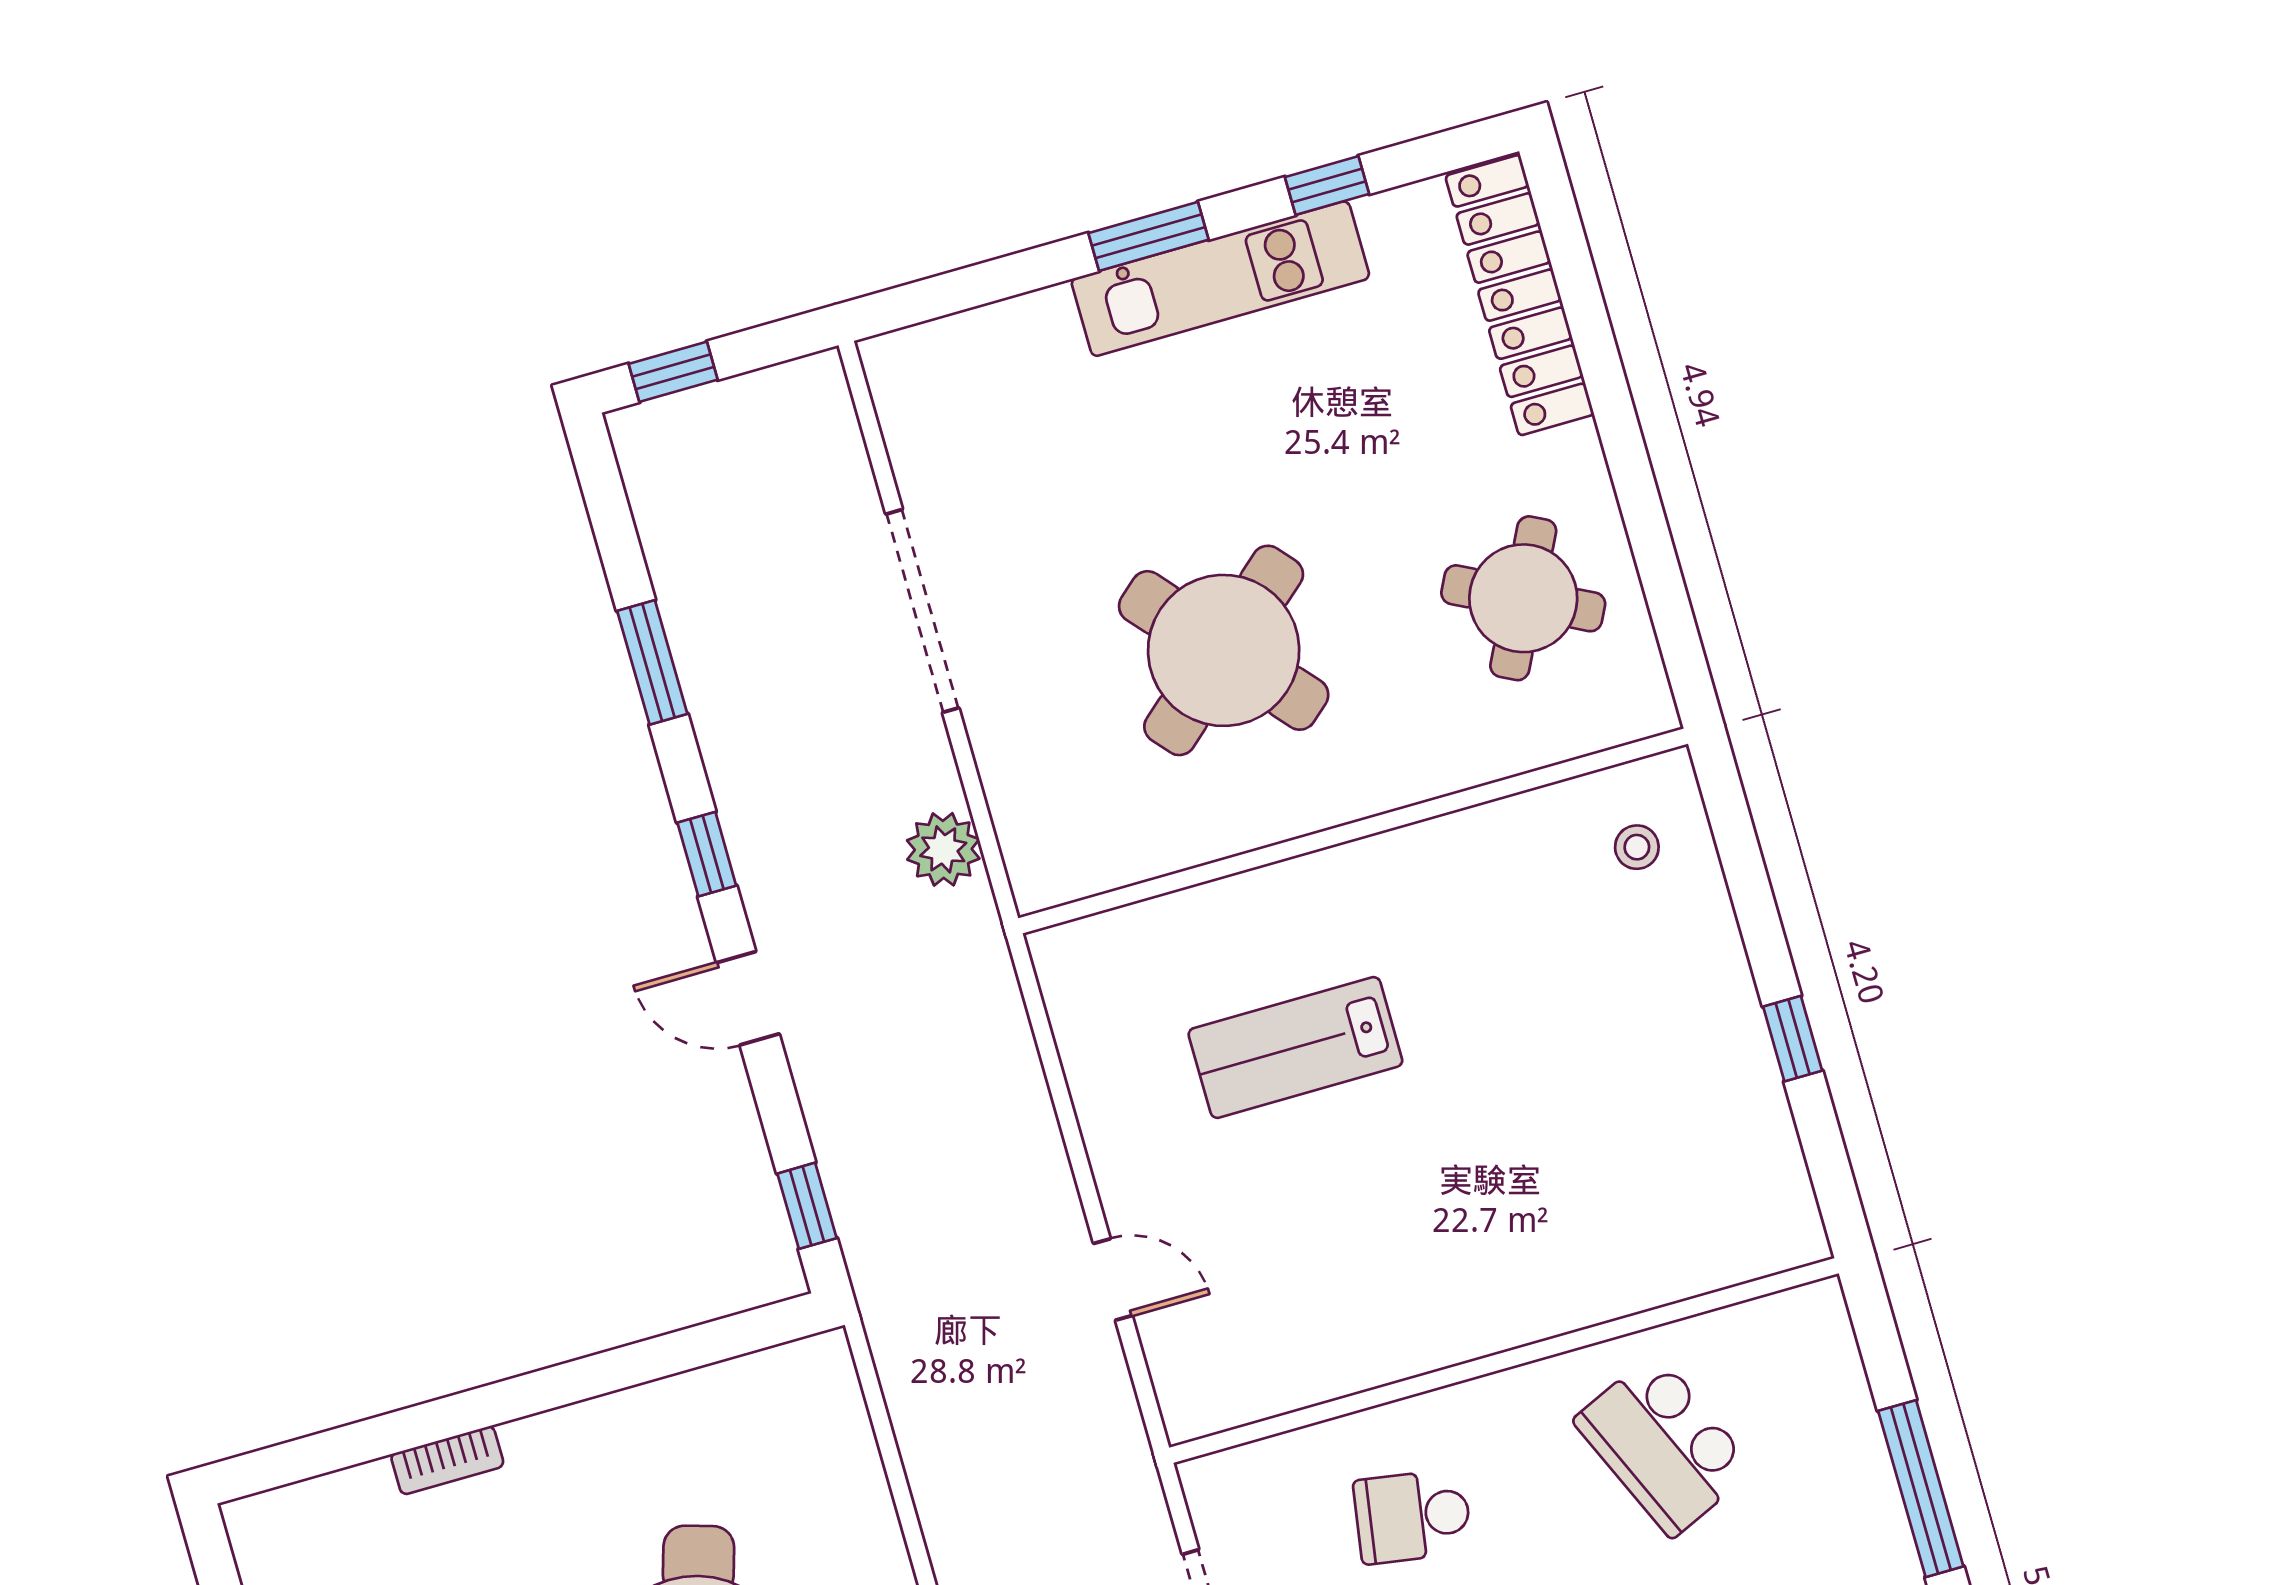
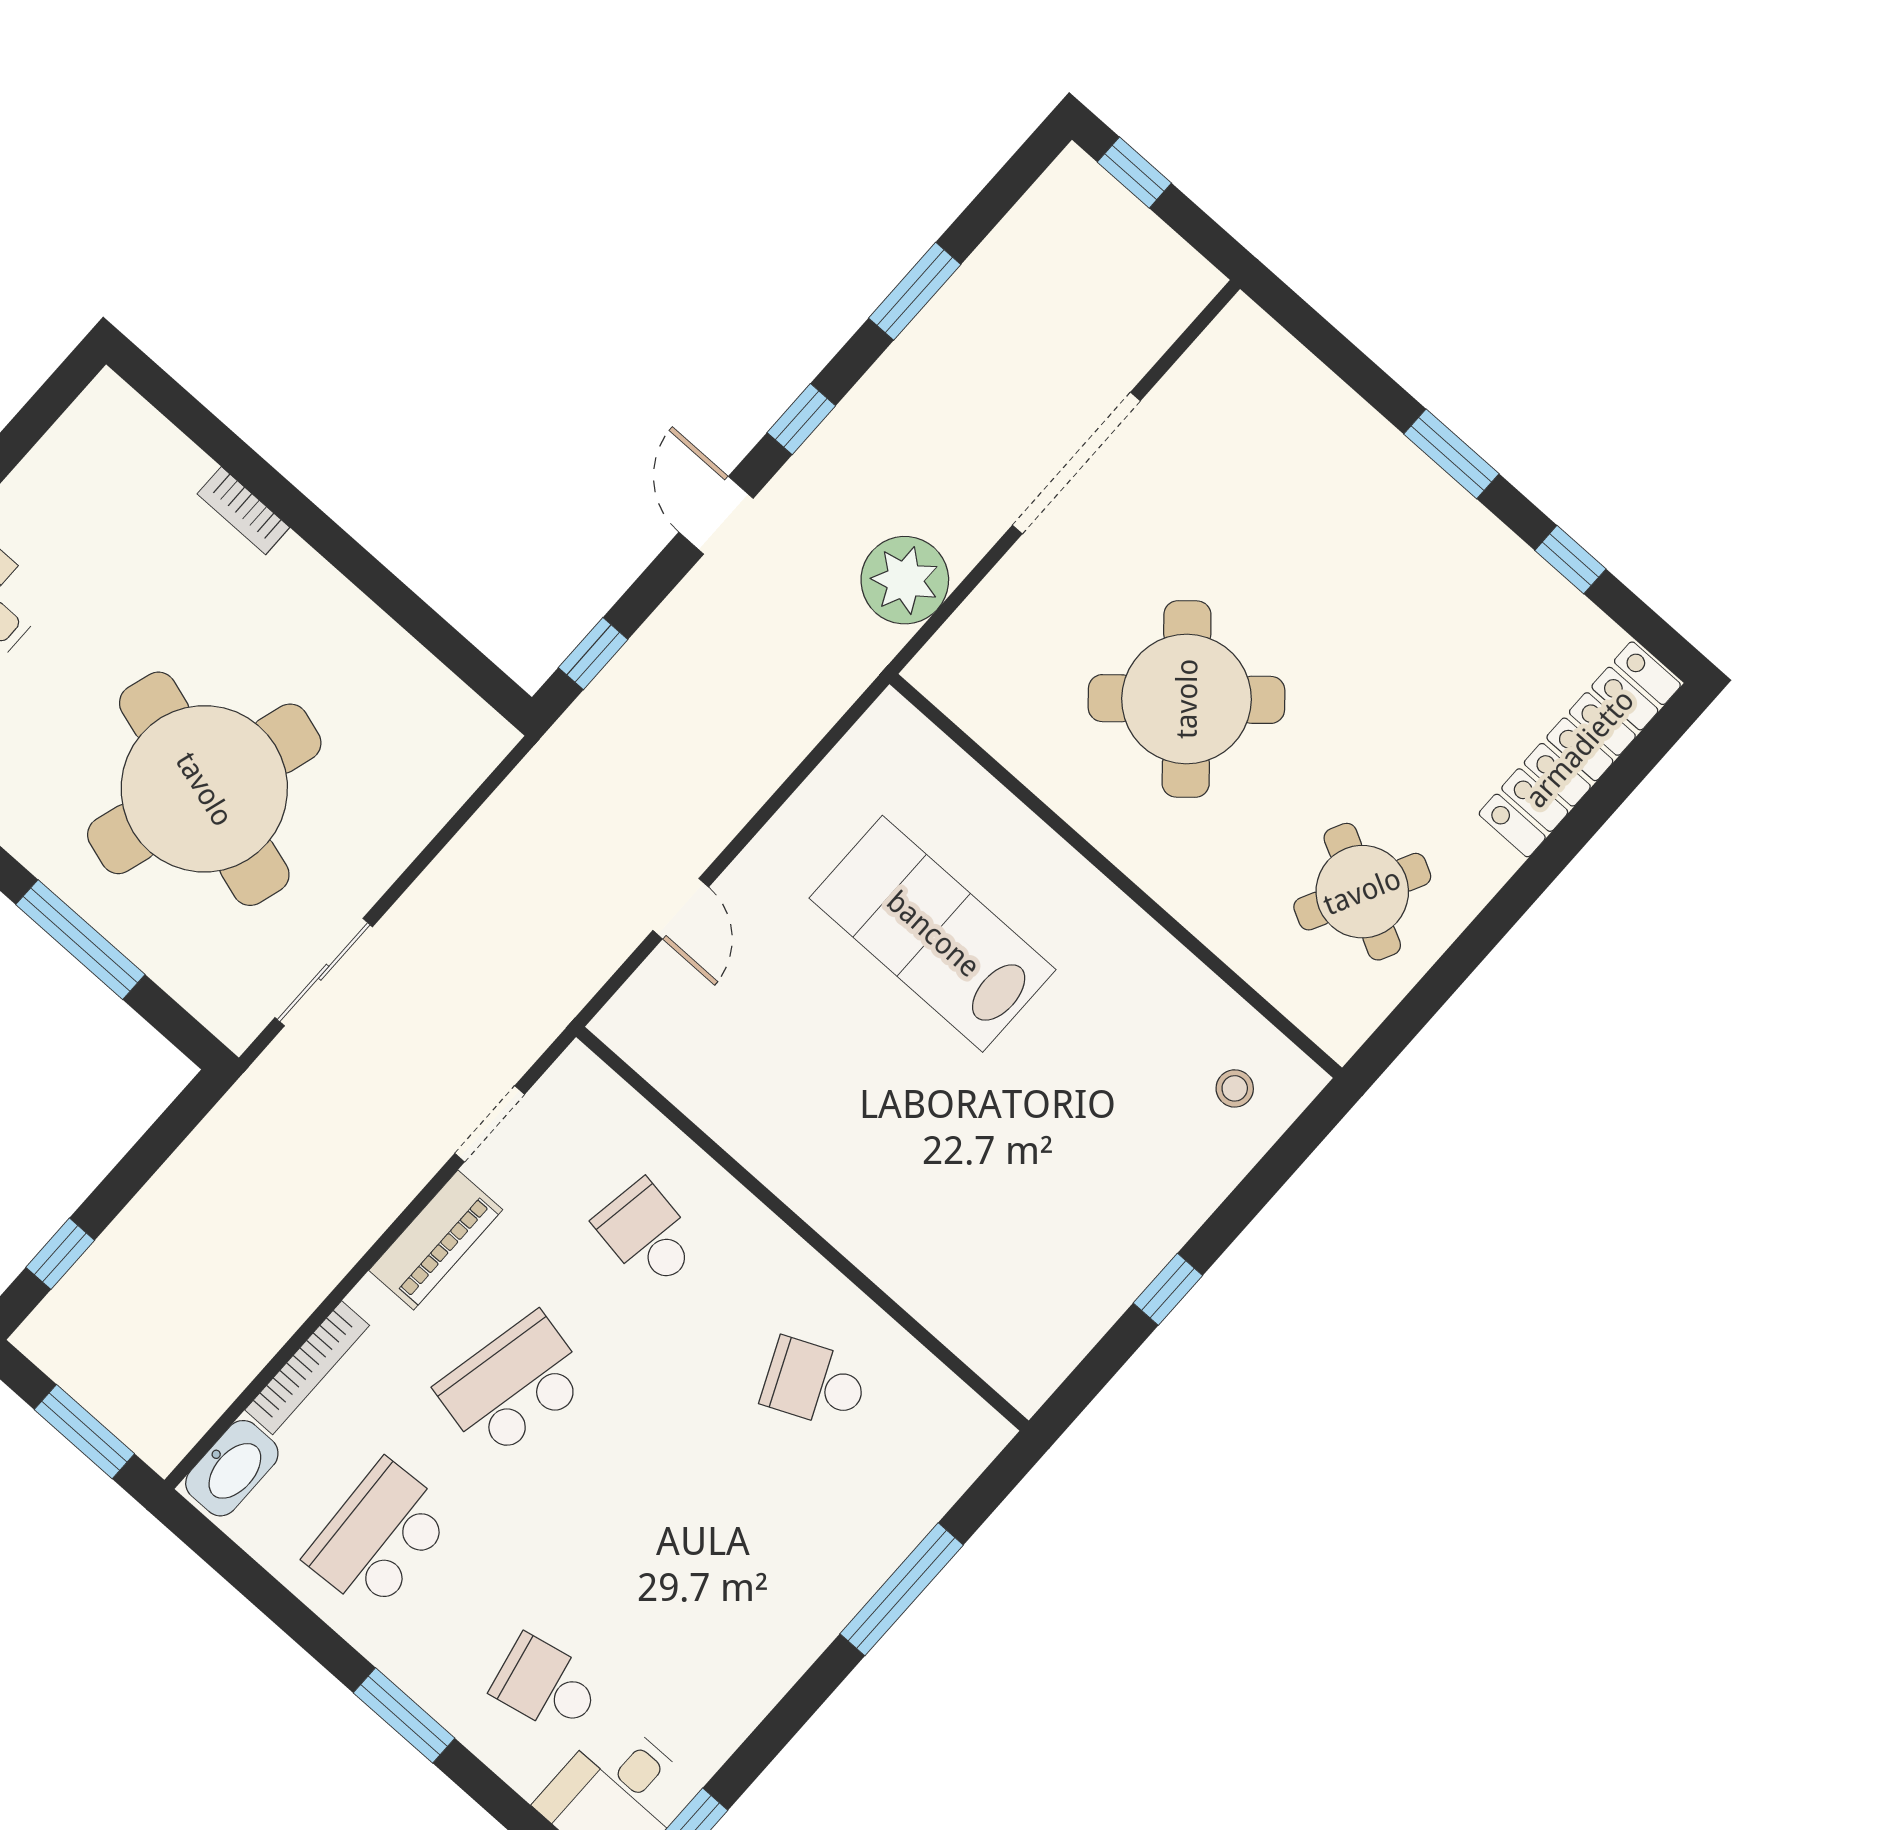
kitchen unit: (1220, 279) -> (1454, 525), removed
plant: (943, 849) -> (905, 580), width x1.36, depth x1.36
lab bench: (1295, 1047) -> (933, 934), width x1.36, depth x1.39
school desk: (1664, 1445) -> (815, 1383), width x0.54

